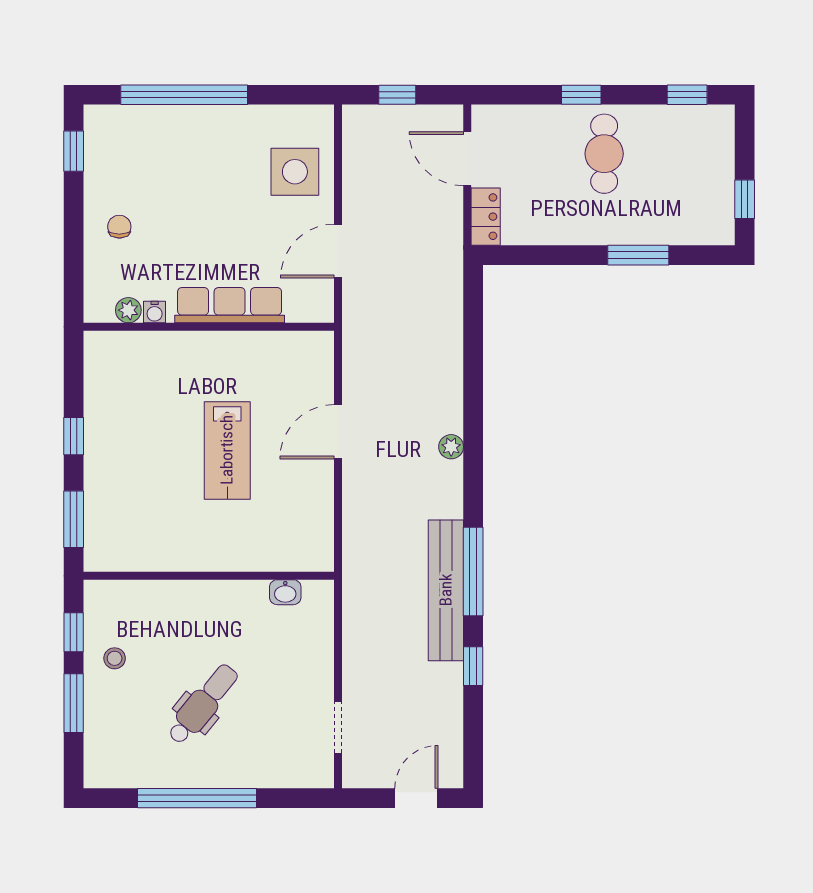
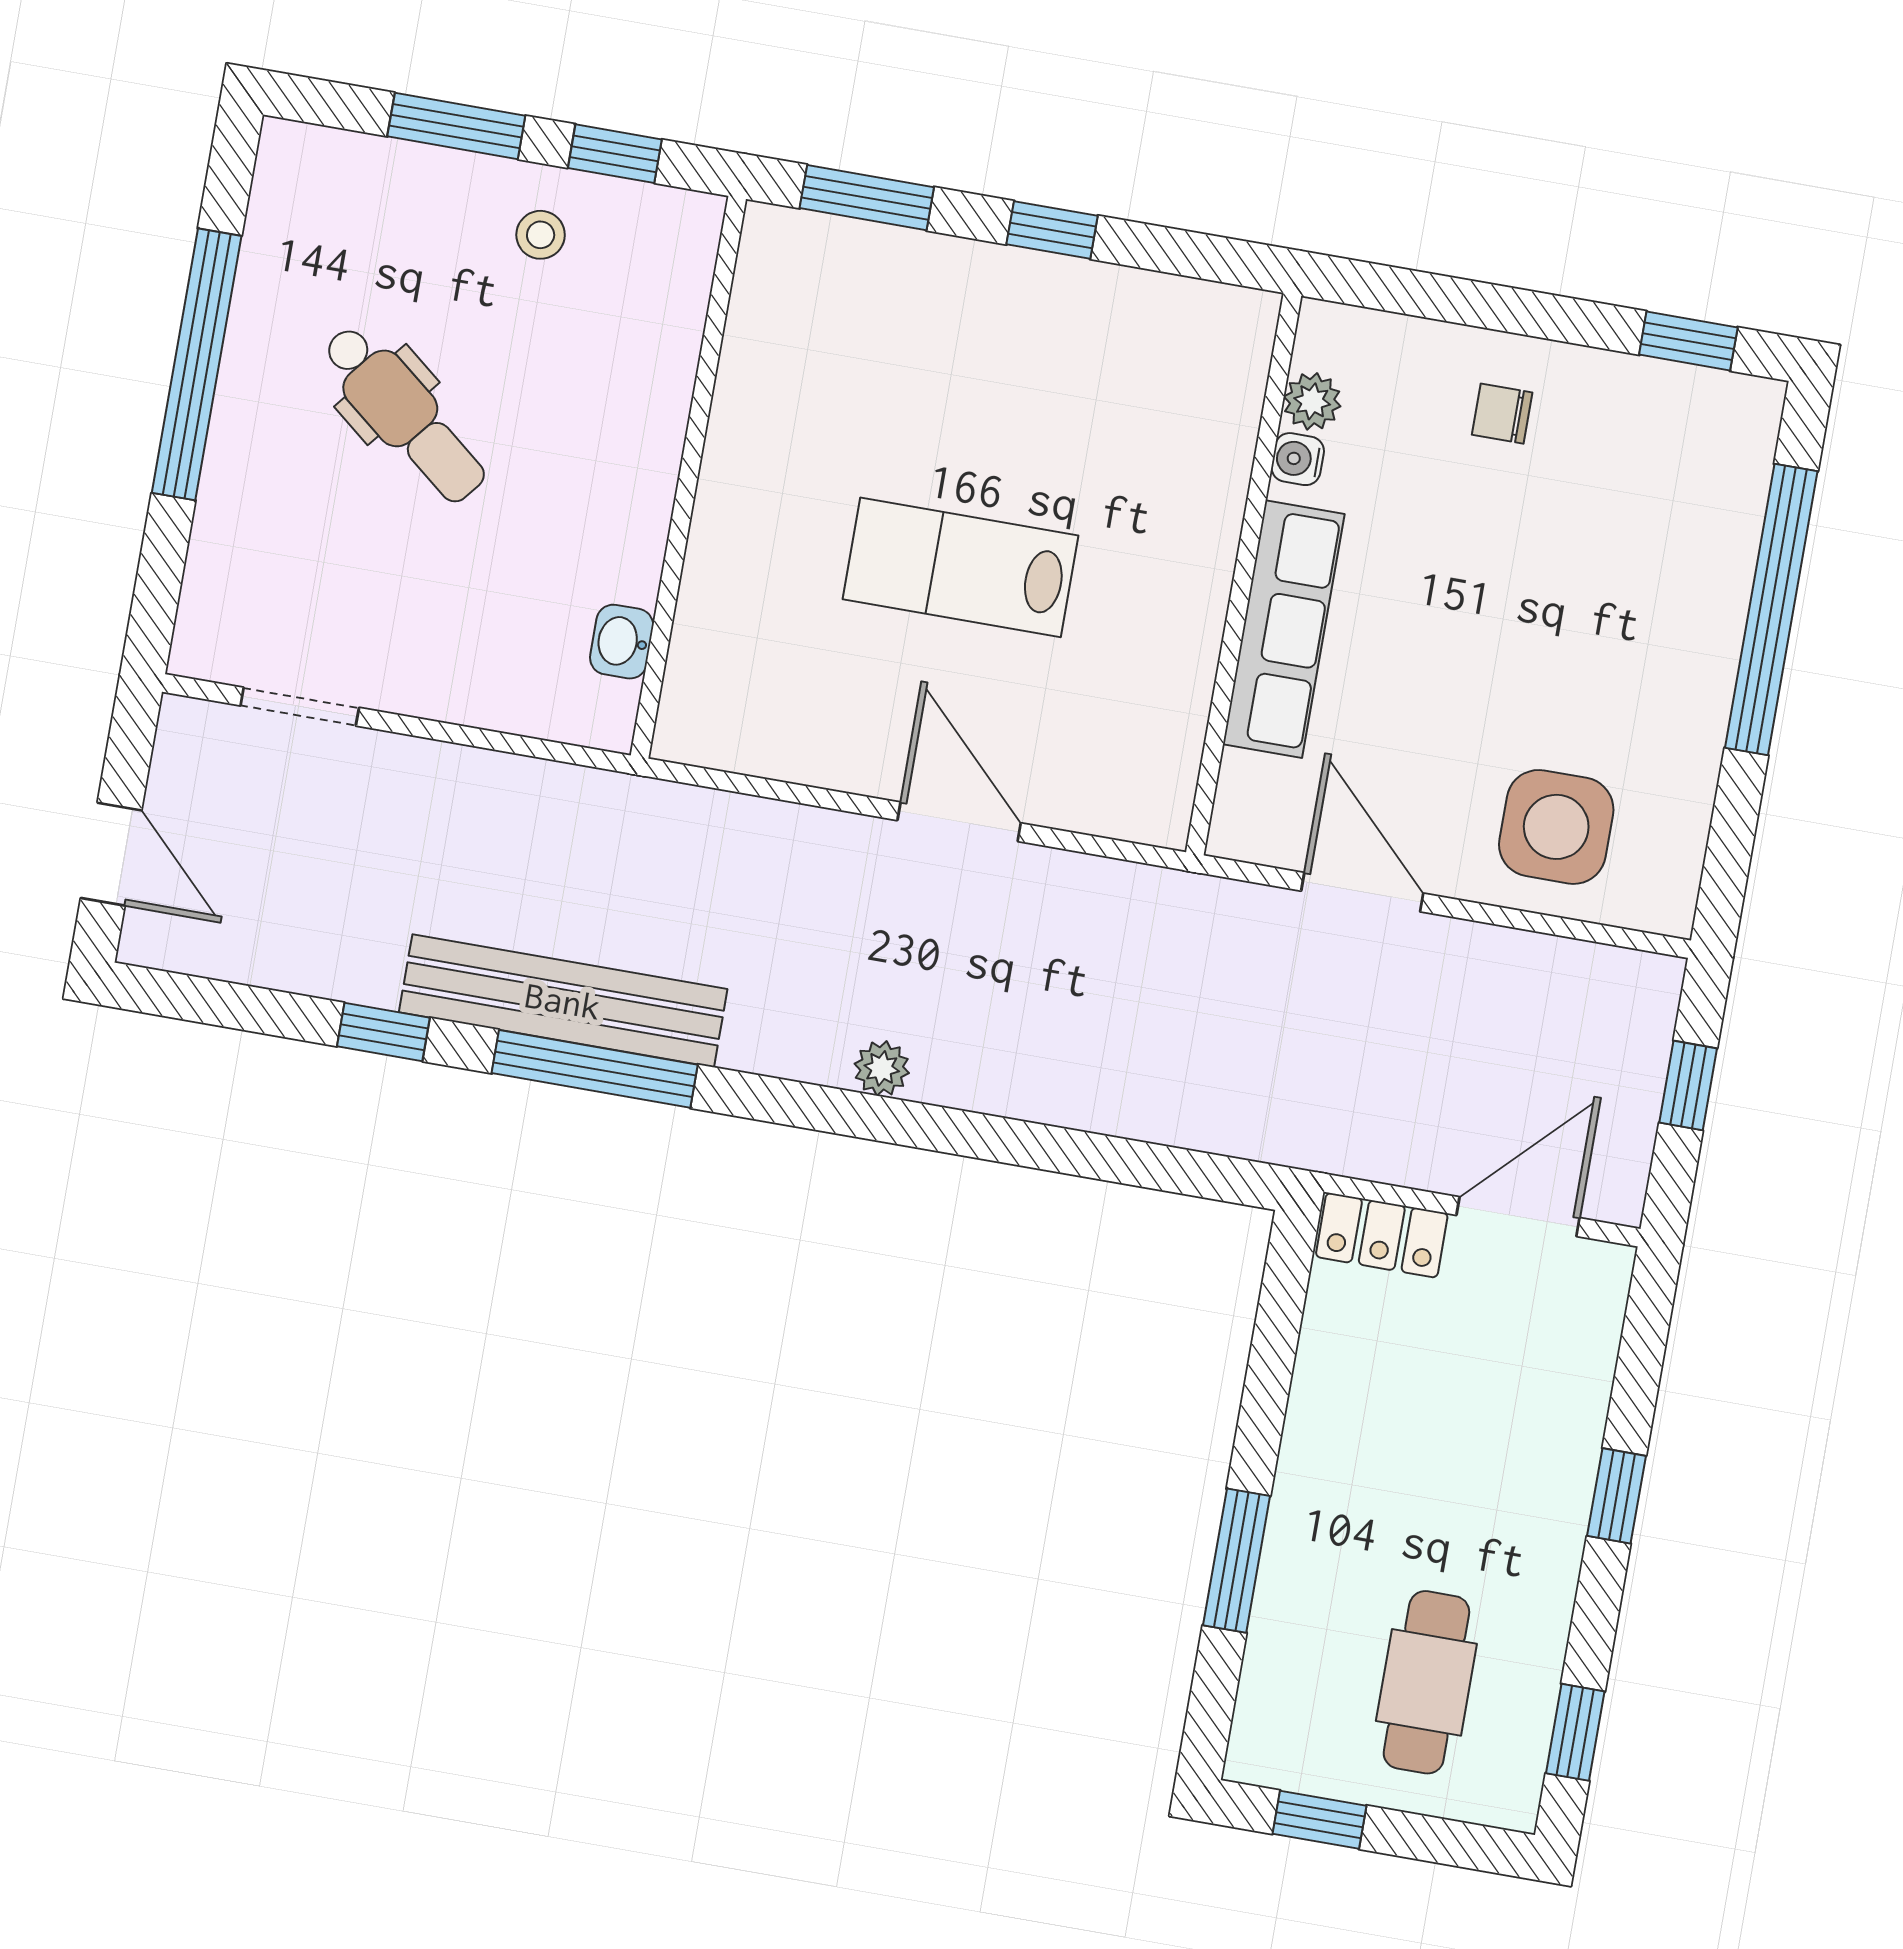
cafe table: (604, 154) -> (1426, 1682), moved, turned 90
chair: (119, 227) -> (1502, 414), turned 180

